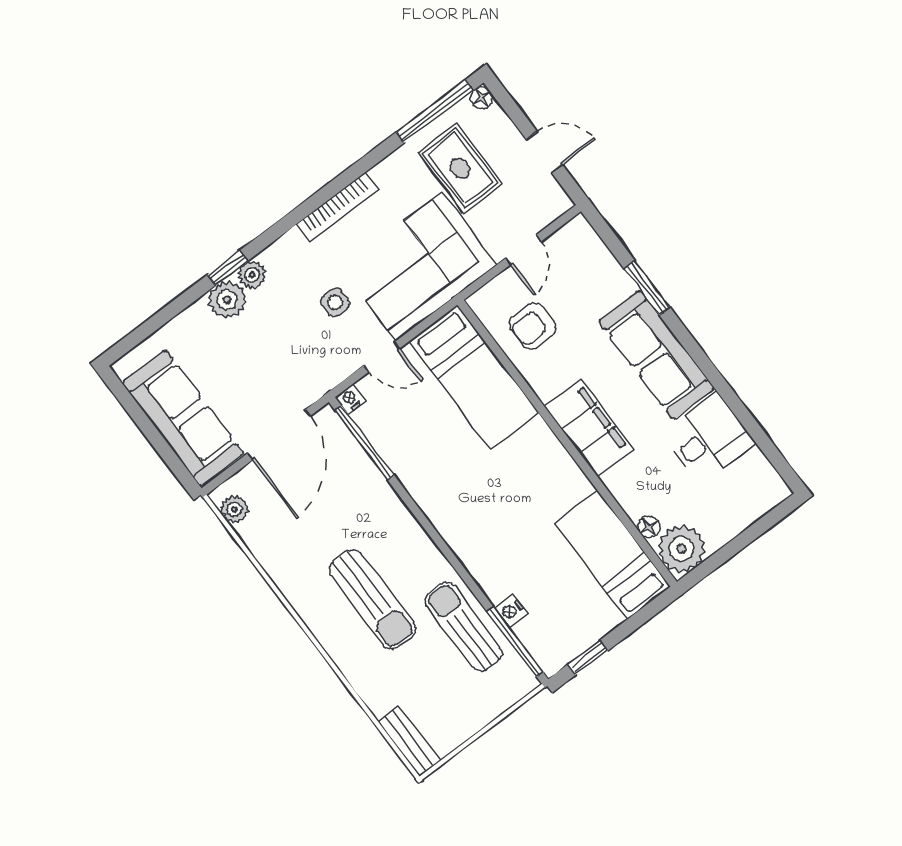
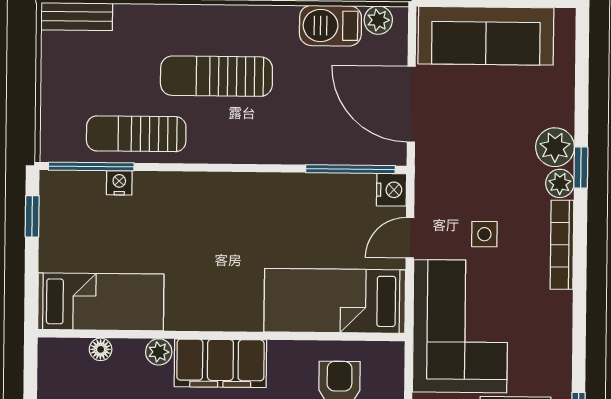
bookcase: (337, 207) -> (562, 245), moved
nightstand: (350, 399) -> (391, 190), width x1.39, depth x1.35
barbecue: (267, 542) -> (330, 26), added
plant: (682, 549) -> (159, 352), moved, width x0.53, depth x0.53
sun lounger: (464, 627) -> (136, 134), turned 180

